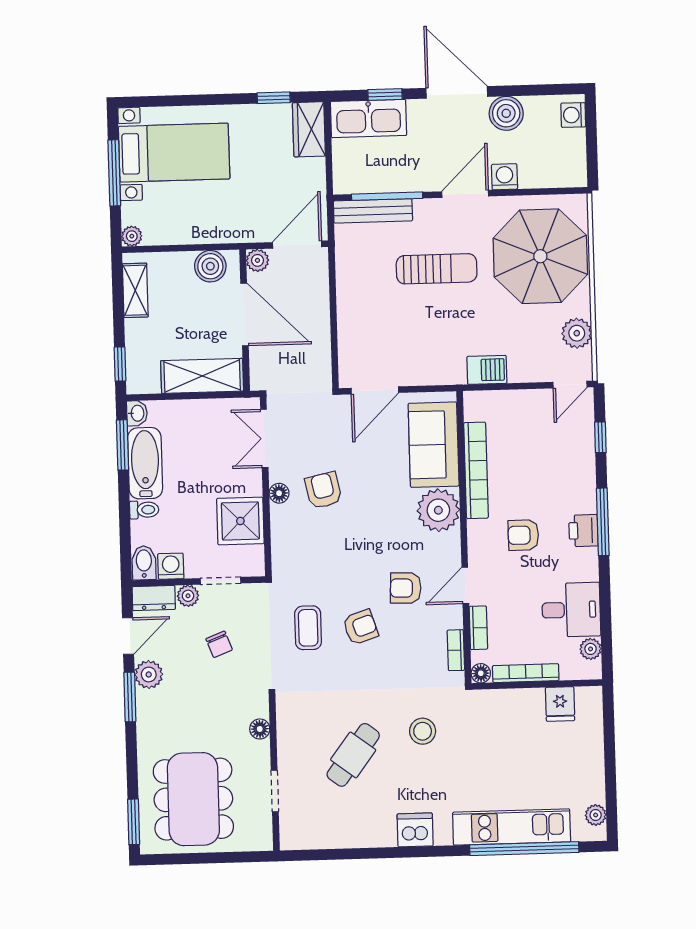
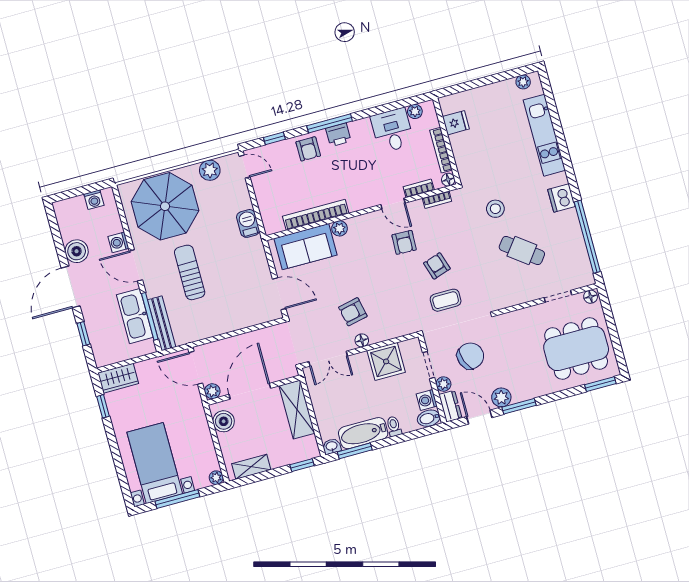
washing machine: (573, 115) -> (94, 200), moved
kitchen sink: (369, 118) -> (135, 316), moved, turned 180
plant: (438, 510) -> (340, 228), width x0.53, depth x0.53
armchair: (523, 535) -> (308, 149), moved
chair: (219, 644) -> (470, 356), width x1.87, depth x1.87
floor lamp: (260, 729) -> (591, 297), moved
window: (524, 849) -> (587, 237), moved

